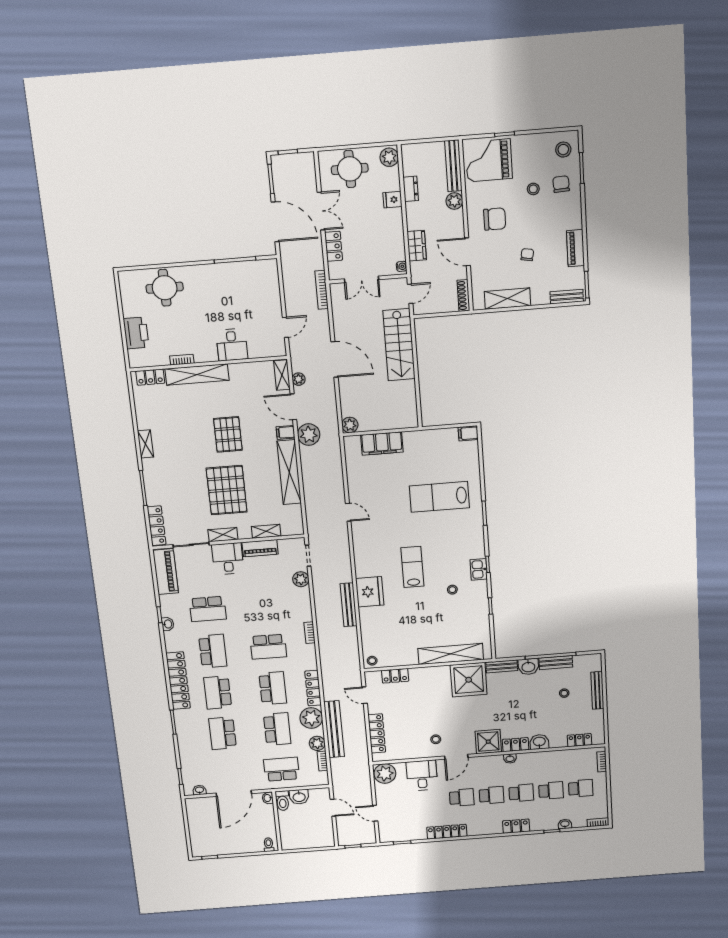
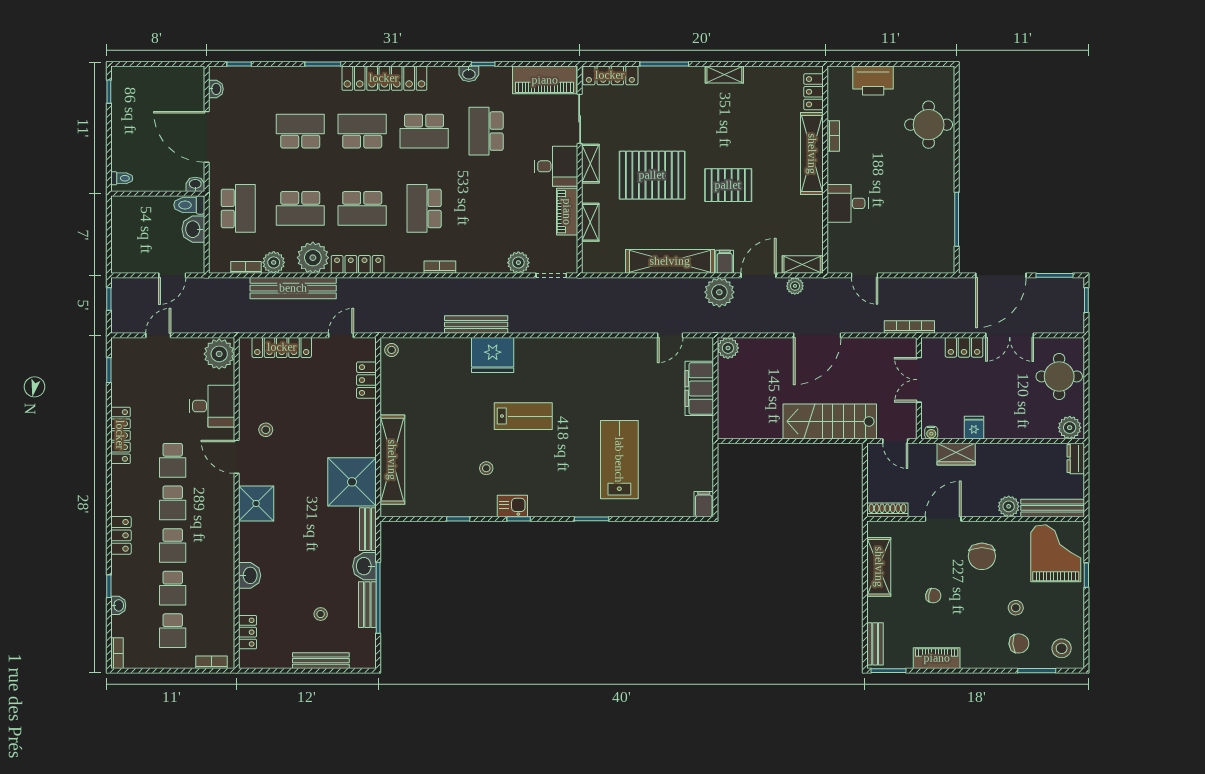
dresser: (411, 189) -> (1076, 458), moved, turned 90
fridge: (392, 200) -> (974, 428), moved
door: (348, 512) -> (670, 335), moved
locker: (516, 745) -> (248, 542), removed
washbasin: (510, 759) -> (227, 533), removed

